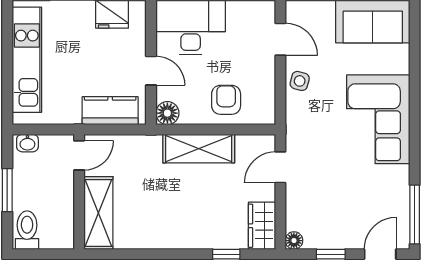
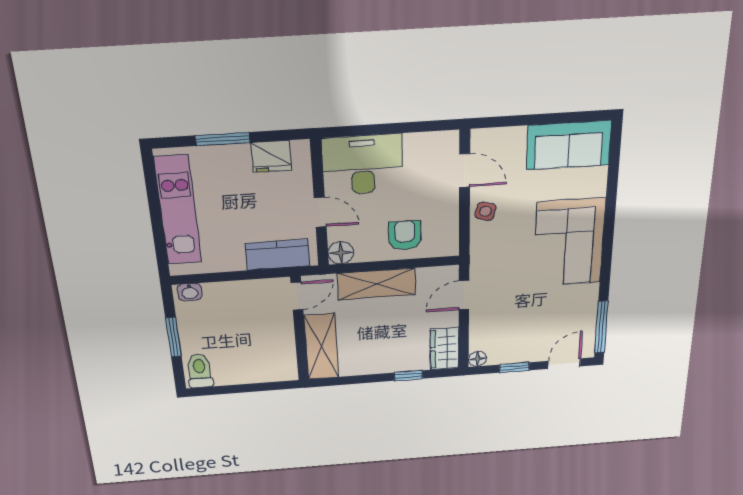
door: (79, 155) -> (297, 296), moved
wall: (79, 192) -> (300, 329), moved
shelving: (98, 213) -> (321, 347), moved

